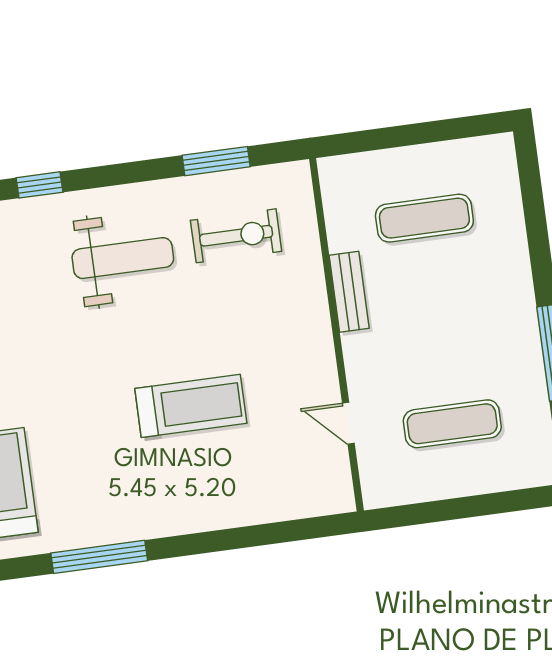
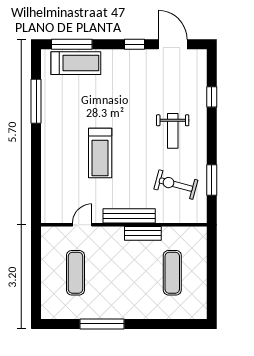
exercise bike: (236, 236) -> (176, 185), turned 105
weight bench: (123, 258) -> (173, 131), width x0.73, depth x0.75
bench: (316, 326) -> (129, 216), added

